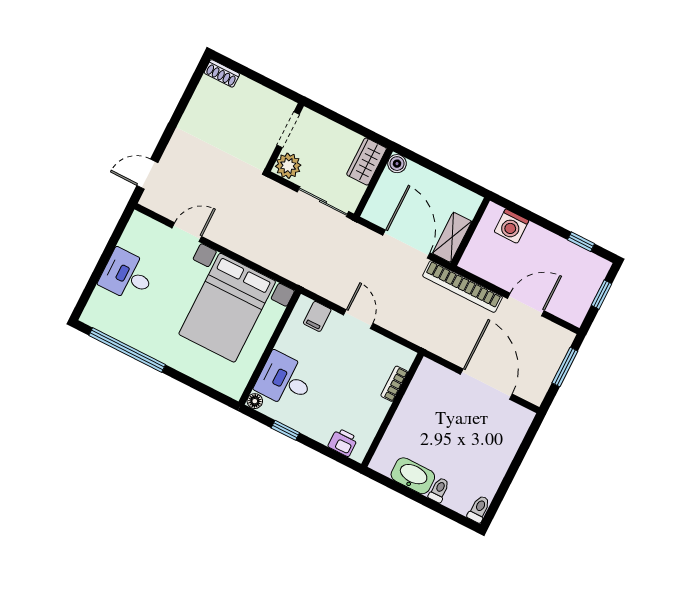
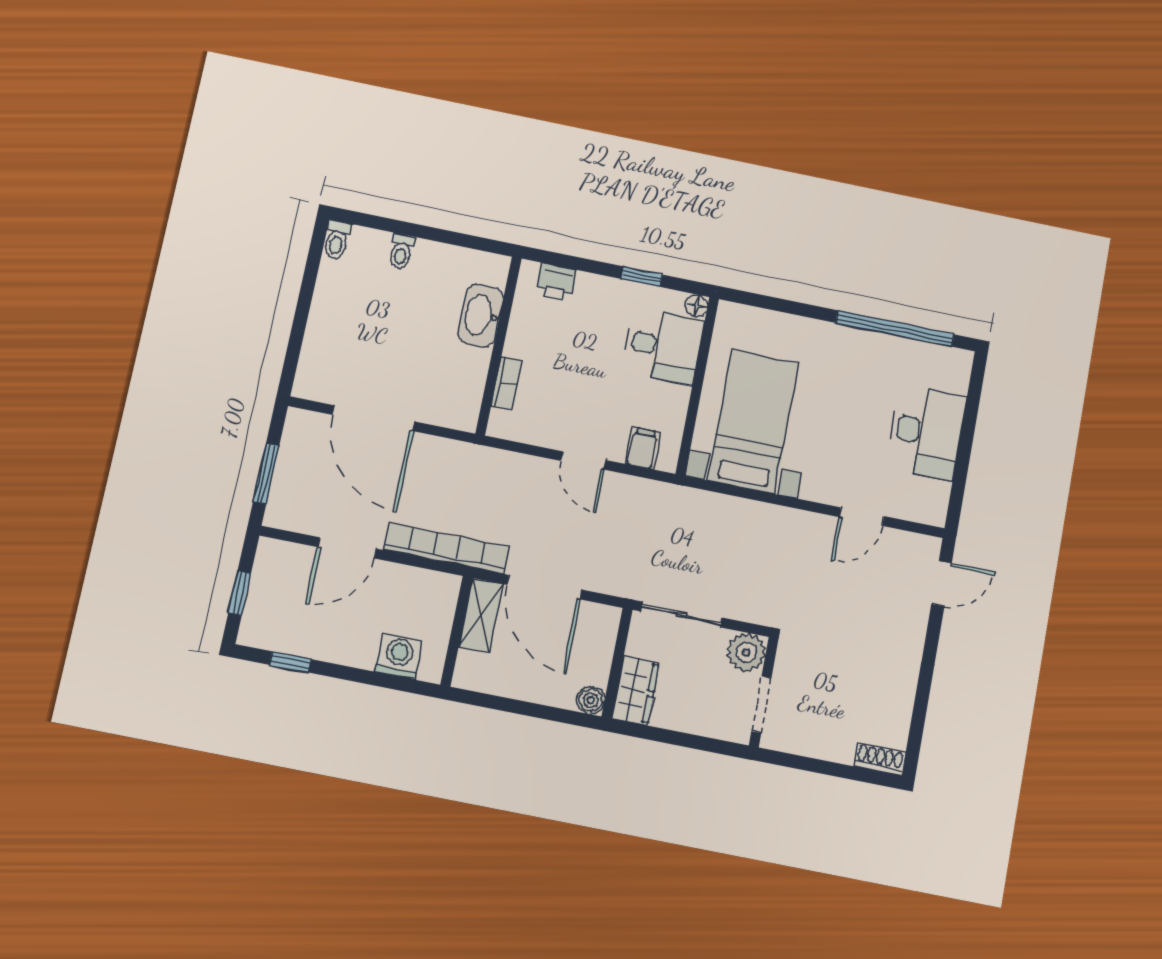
desk: (127, 275) -> (926, 432), width x1.37
bed with nightstands: (227, 308) -> (753, 422), width x0.73
washbasin: (413, 476) -> (481, 315), moved, turned 90

